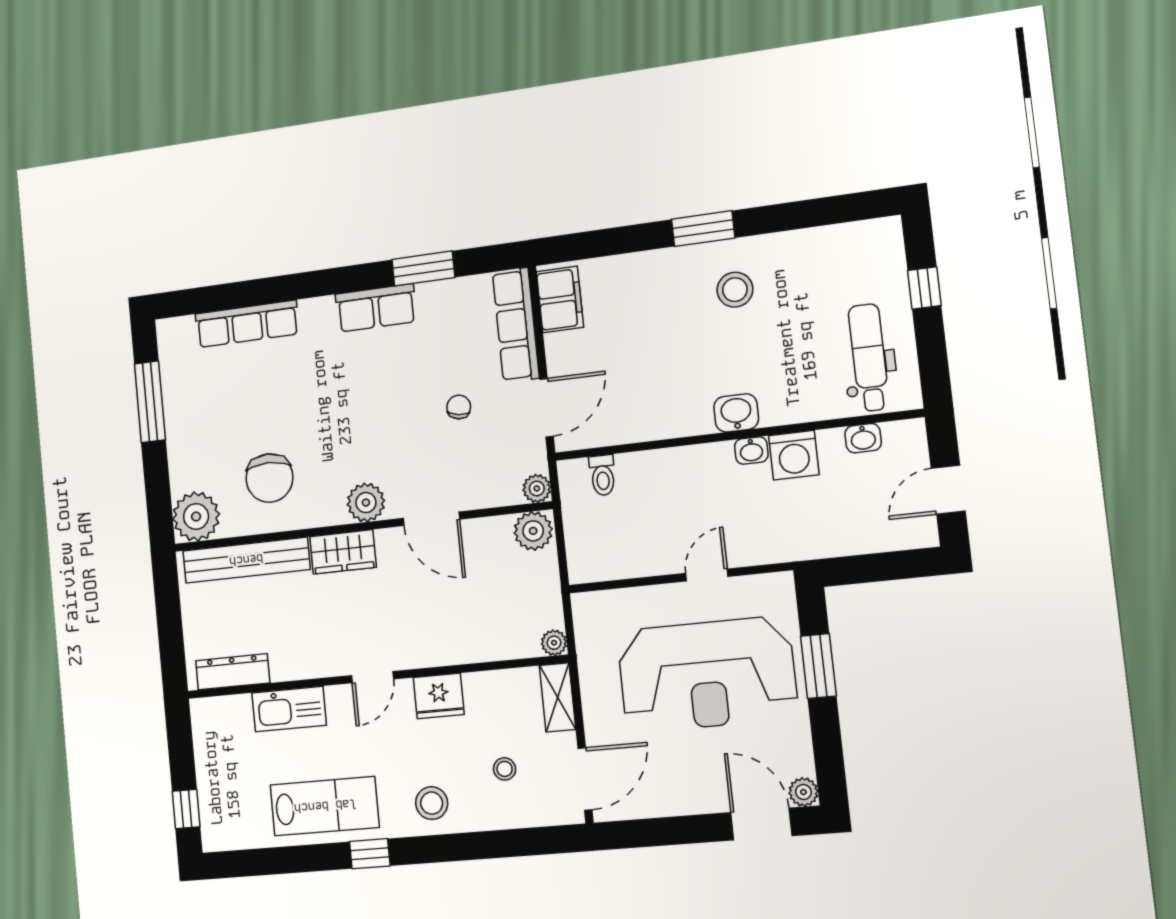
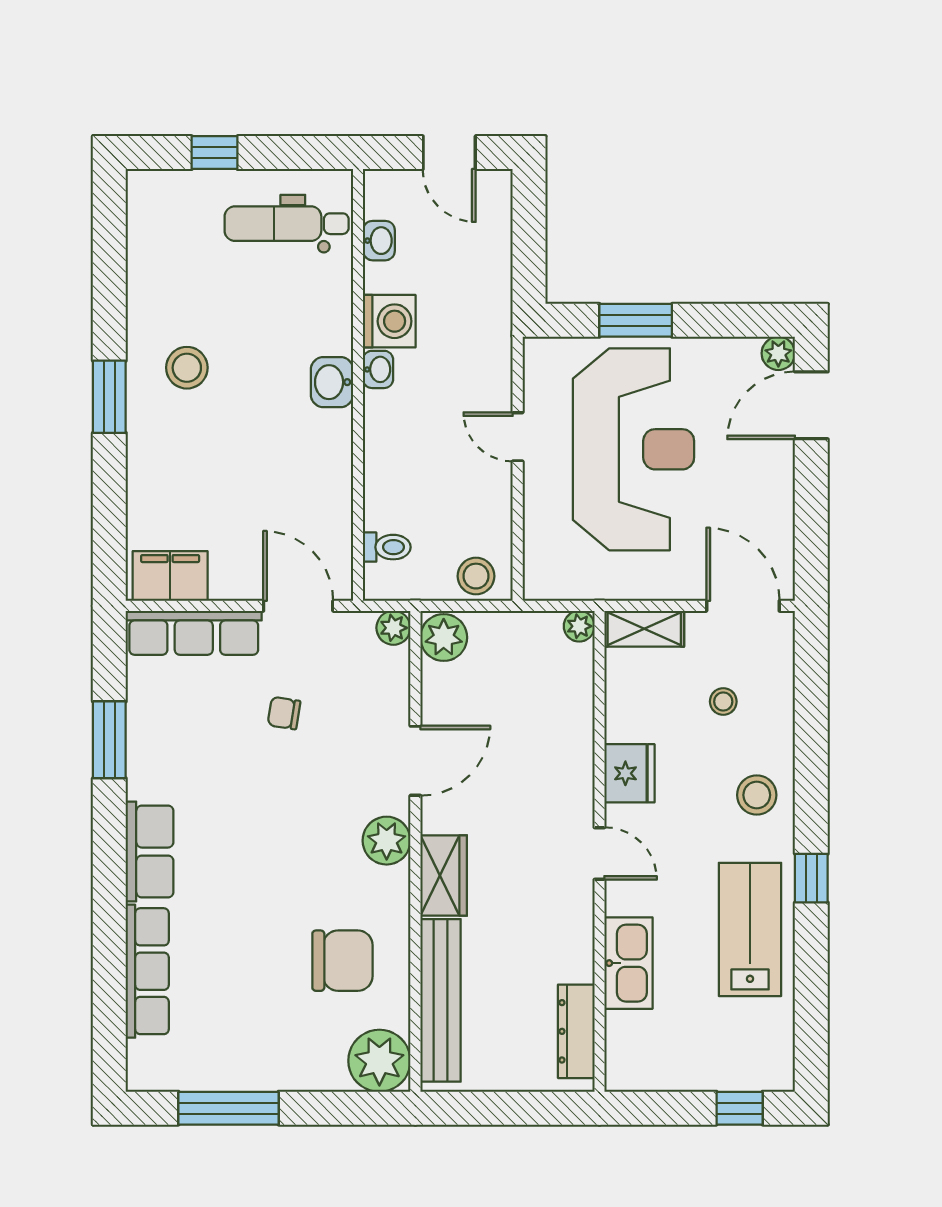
row of seats: (376, 308) -> (150, 852), moved
stool: (586, 552) -> (476, 576), added

